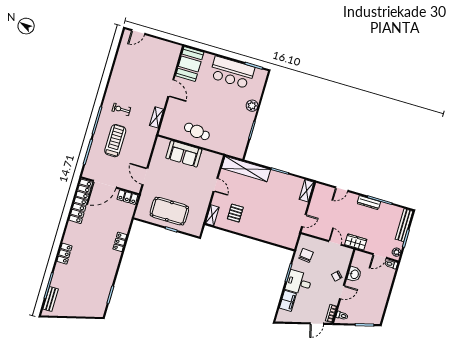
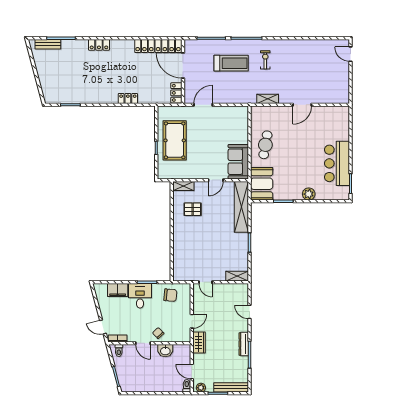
booth: (190, 64) -> (262, 184), moved, turned 90
sofa: (184, 154) -> (238, 162), moved

